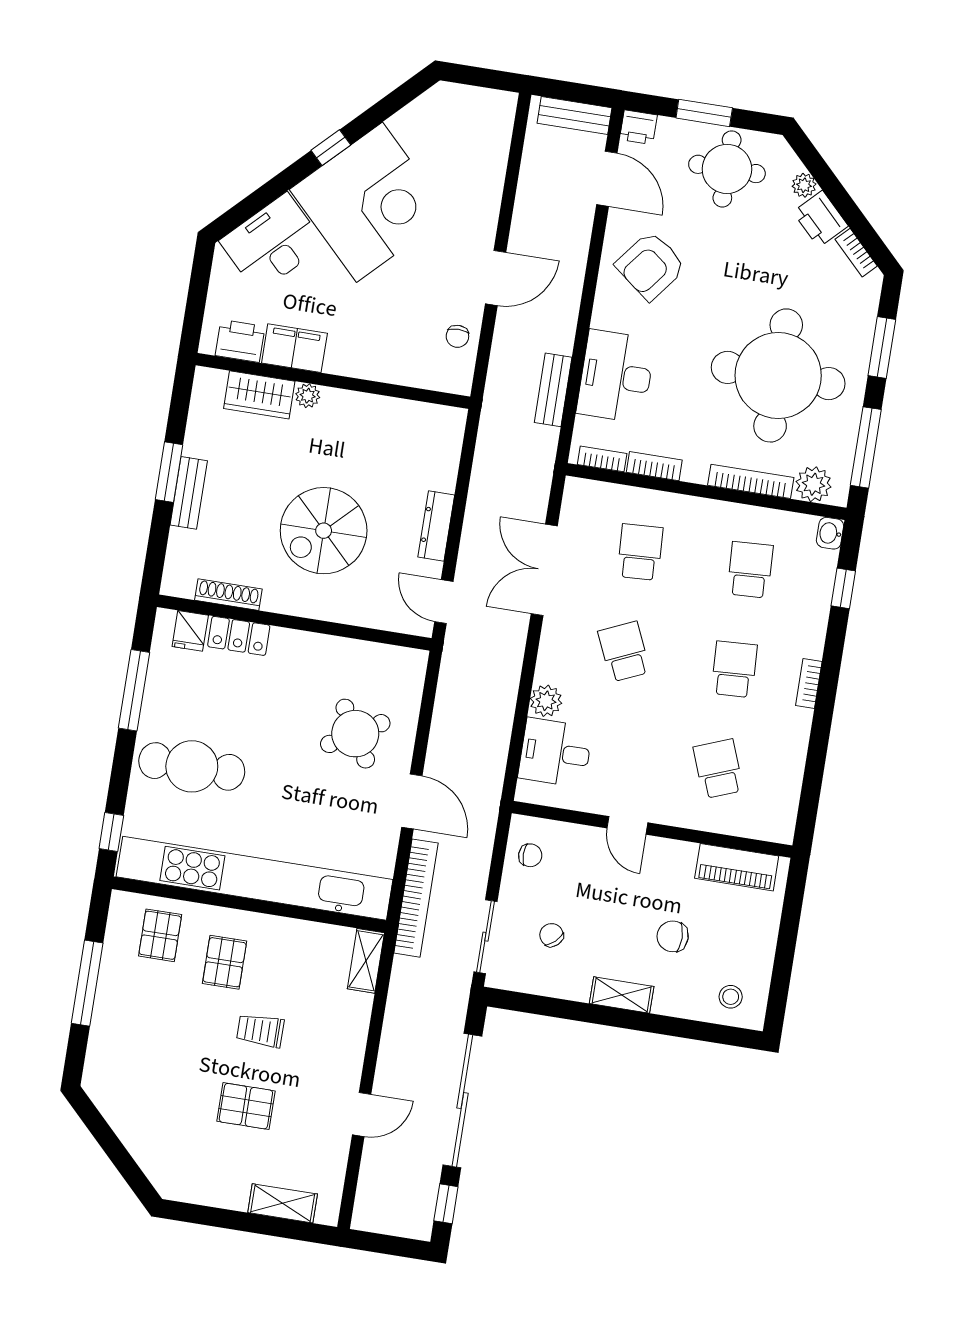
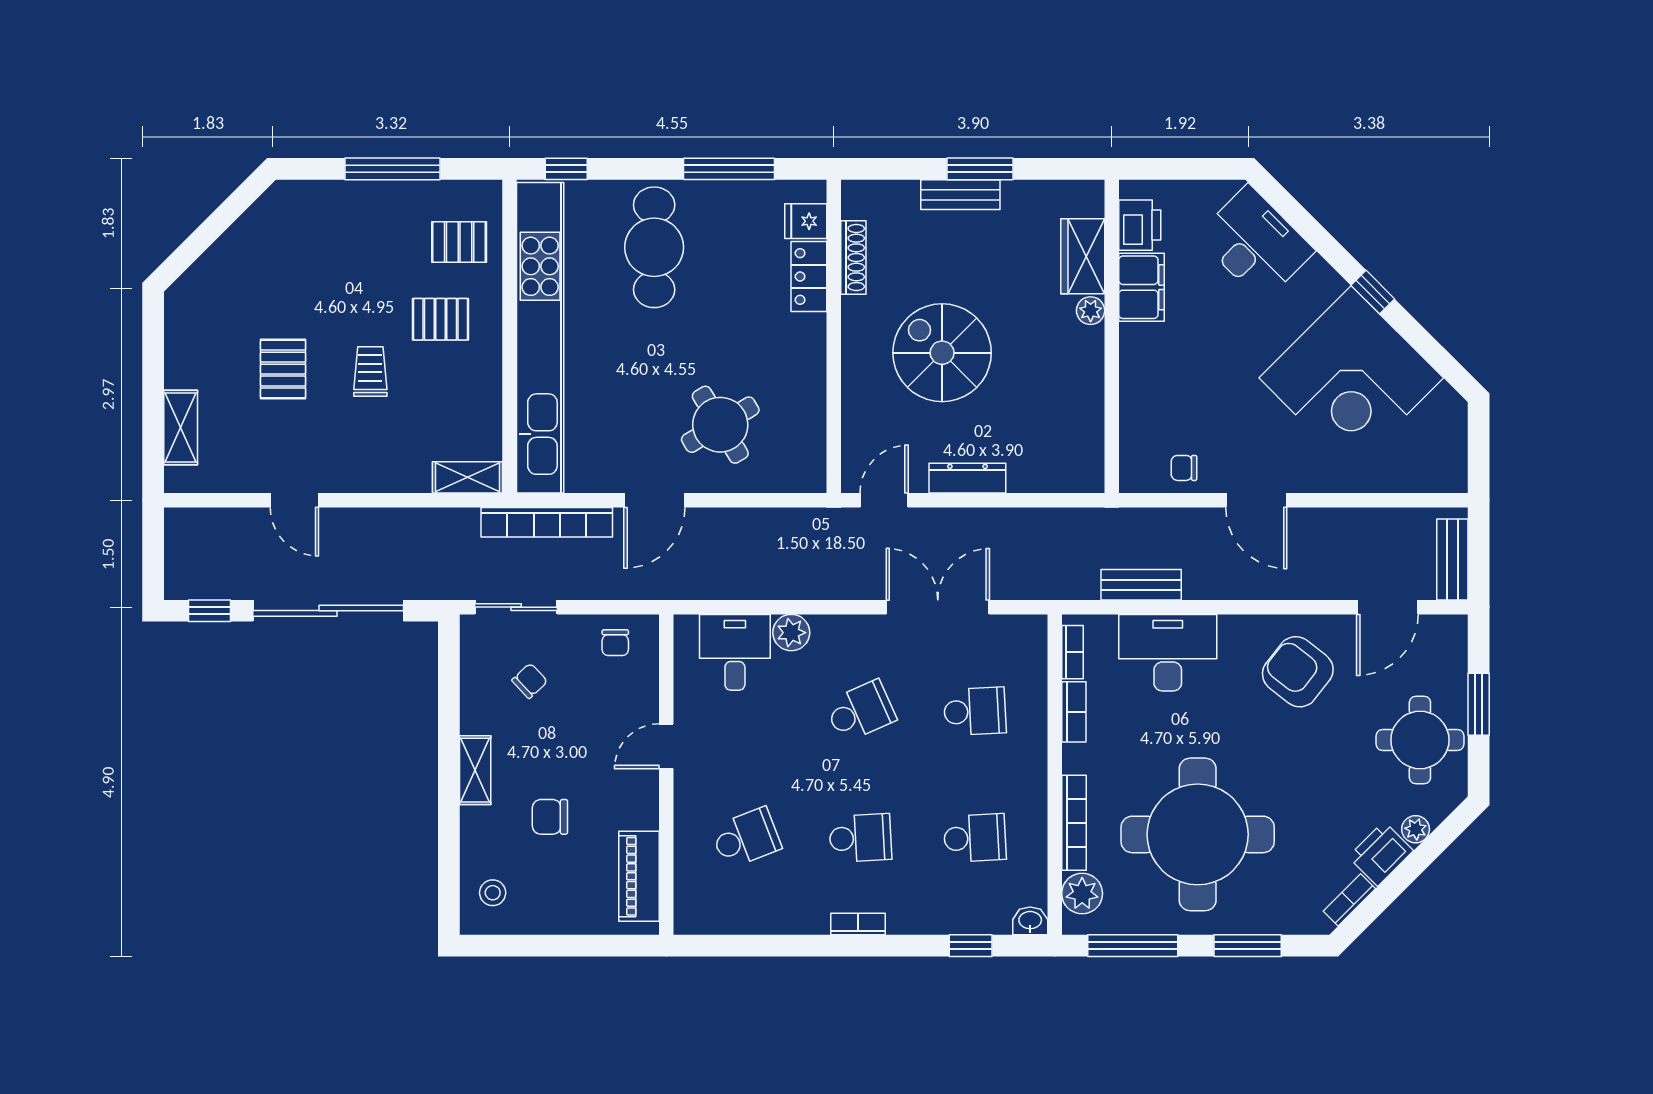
printer: (638, 127) -> (1451, 633), removed
corner desk: (370, 202) -> (1351, 378), moved
chair: (673, 936) -> (550, 817), turned -90

